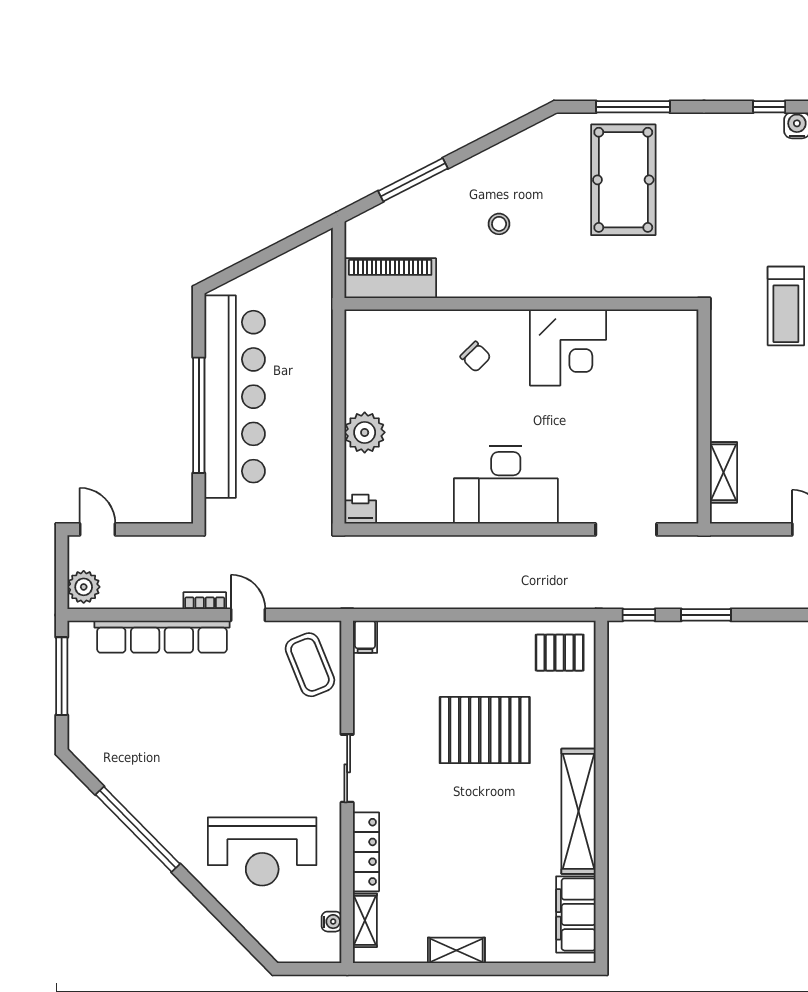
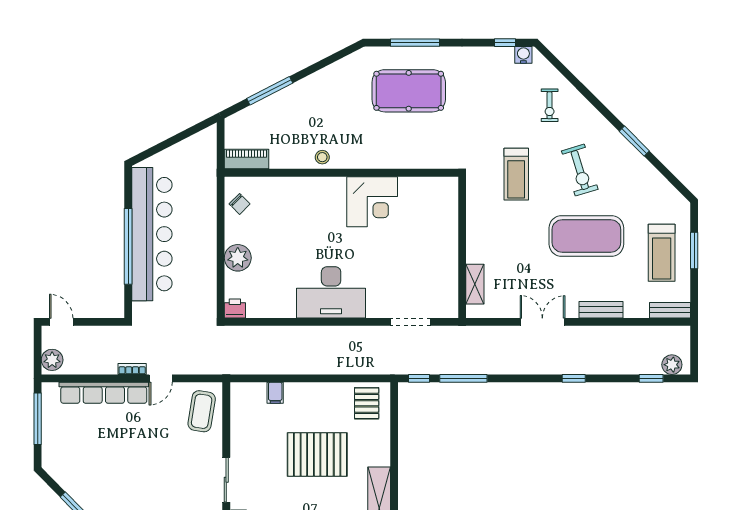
pool table: (623, 180) -> (409, 91), turned 90
stool: (499, 224) -> (322, 157), moved
piano: (390, 278) -> (247, 159), width x0.73, depth x0.75
chair: (476, 357) -> (240, 204), moved
door: (248, 615) -> (161, 378), swing flipped
window: (706, 615) -> (463, 378), width x1.44
filing cabinet: (365, 637) -> (275, 393), moved
pallet: (560, 653) -> (367, 403), turned 90
coffee table: (310, 665) -> (202, 411), turned 31

